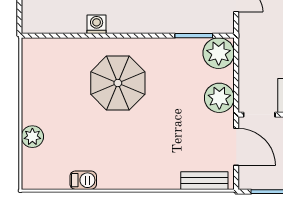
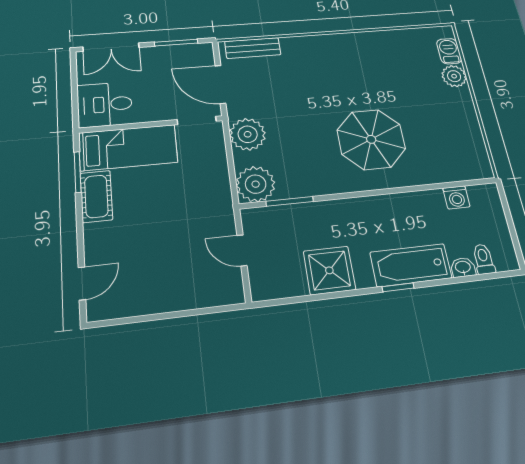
washing machine: (97, 24) -> (456, 197), moved
barbecue: (83, 180) -> (449, 51), moved, turned 90

